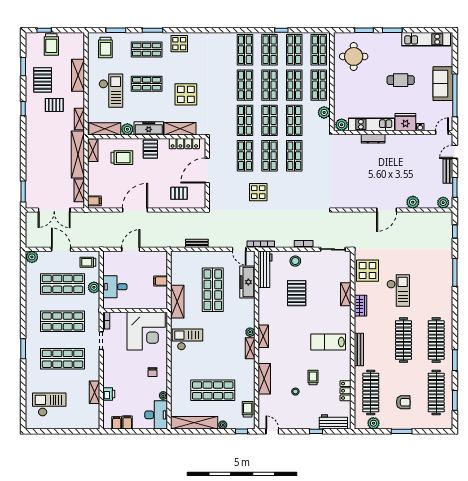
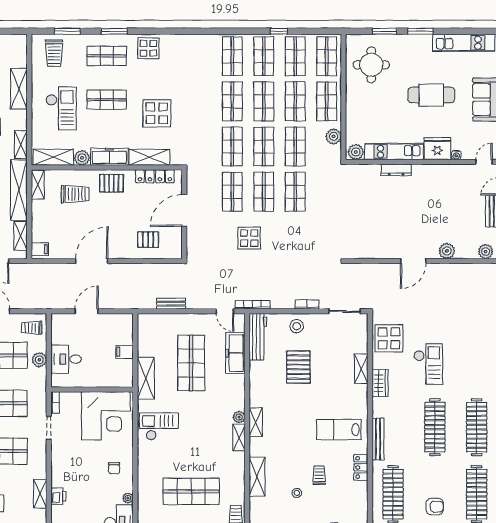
cafe table: (401, 80) -> (431, 95), width x1.37, depth x1.35
pallet: (150, 149) -> (111, 183), turned 90
locker: (346, 391) -> (361, 467), moved

